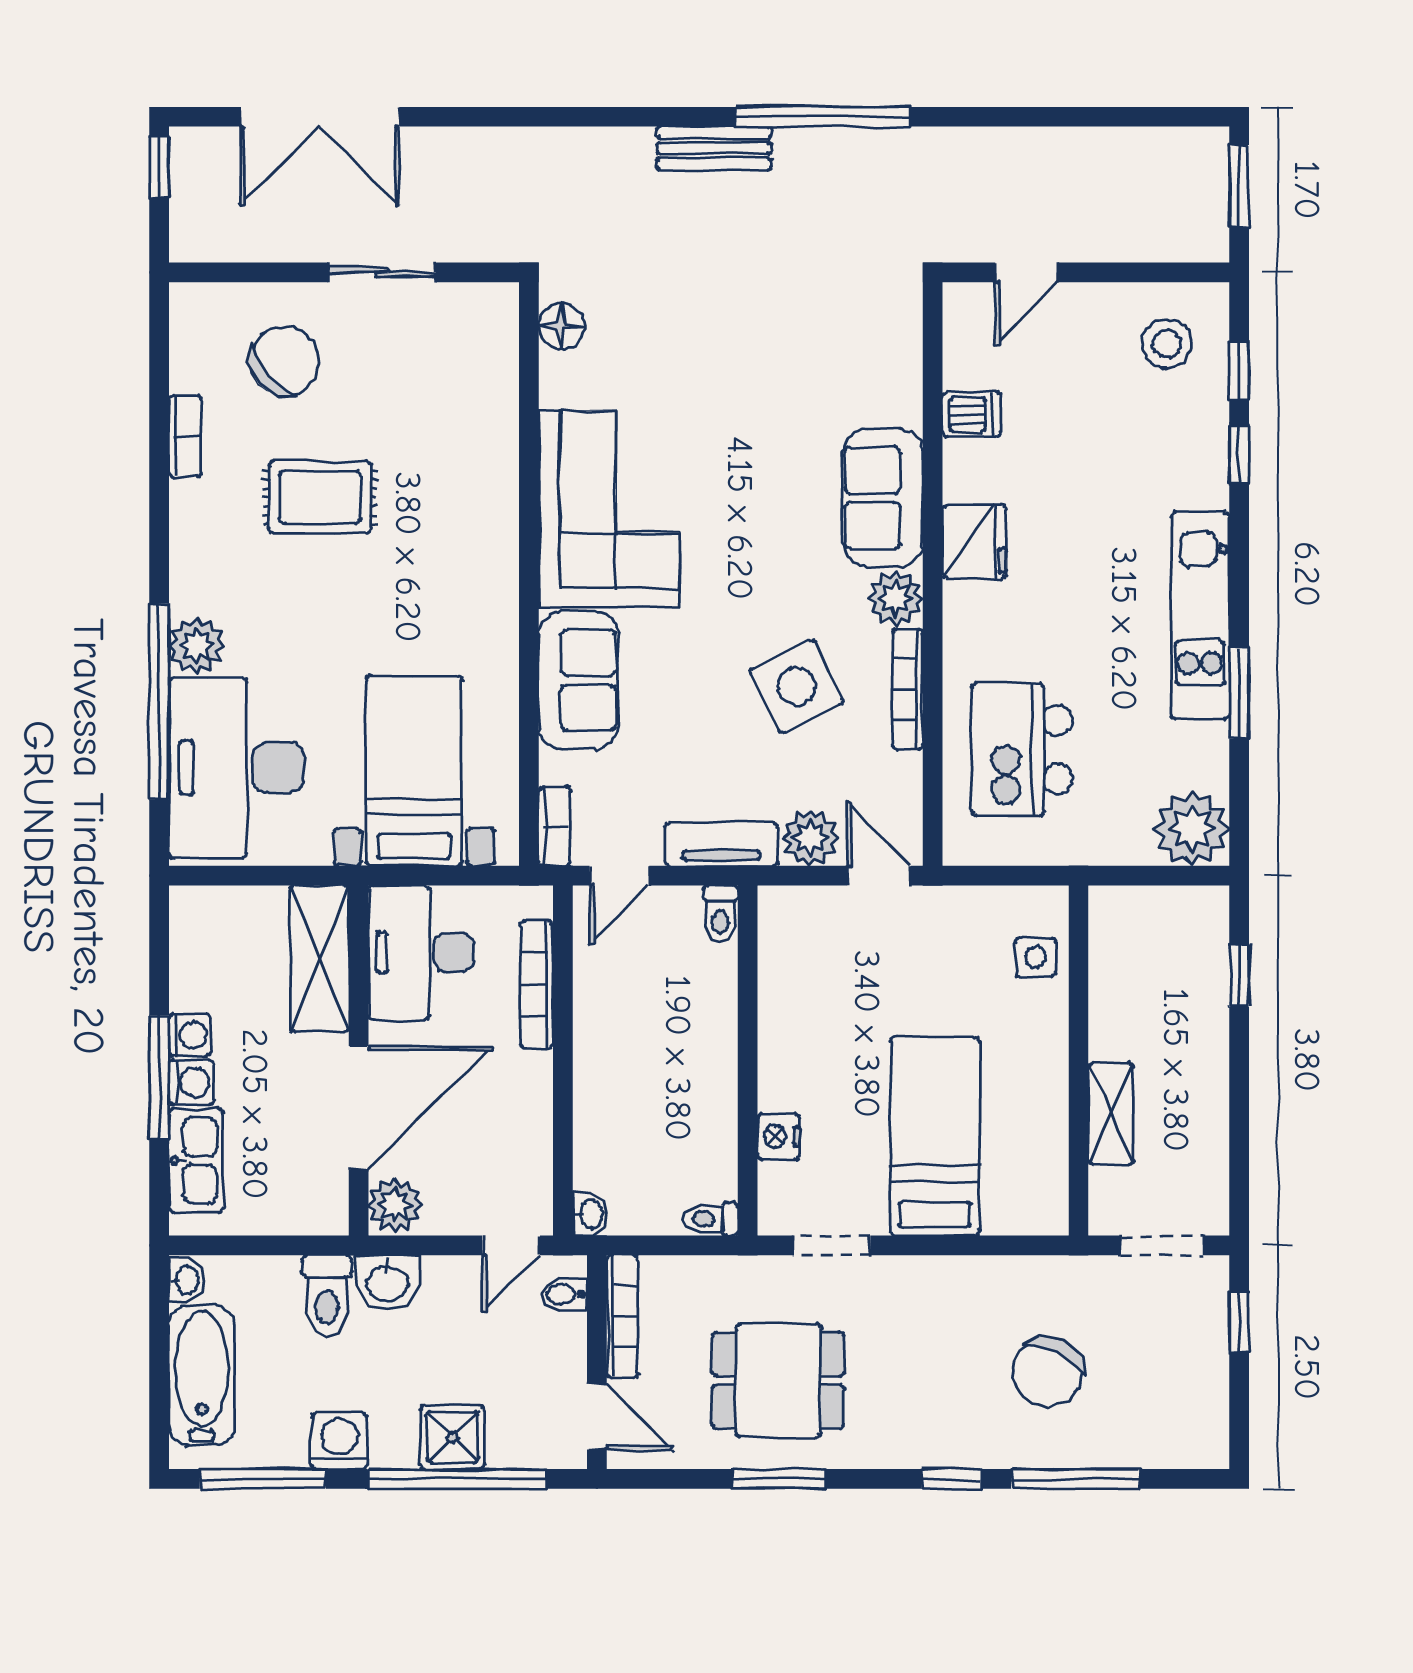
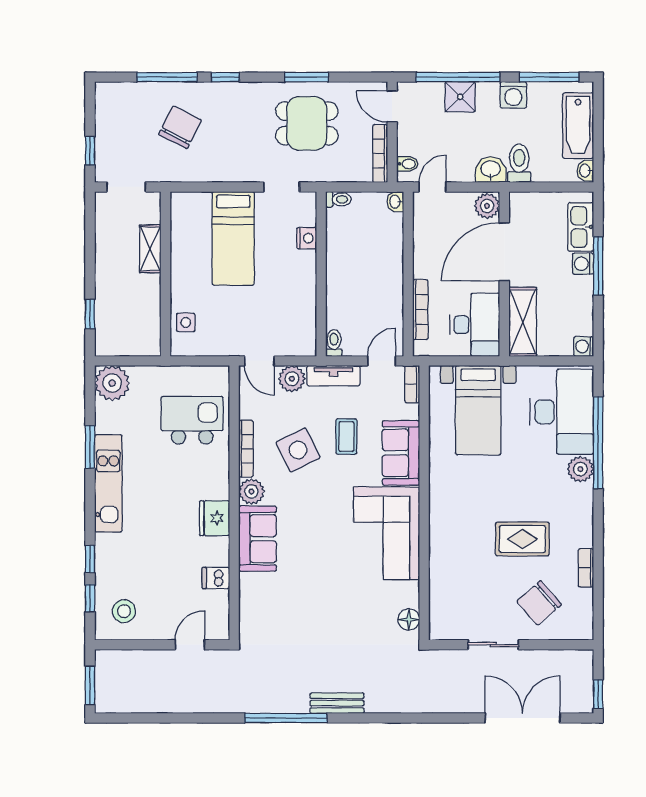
coffee table: (694, 715) -> (346, 436), added
kitchen island: (1022, 750) -> (192, 420), turned -90
washing machine: (190, 1035) -> (584, 346), moved

